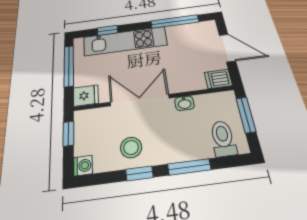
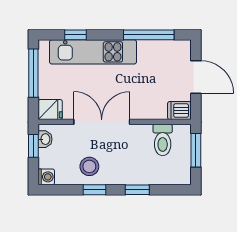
washbasin: (184, 103) -> (45, 139), moved, turned -90
toilet: (223, 138) -> (163, 140), moved, turned 180
window: (189, 167) -> (137, 190), width x0.67

